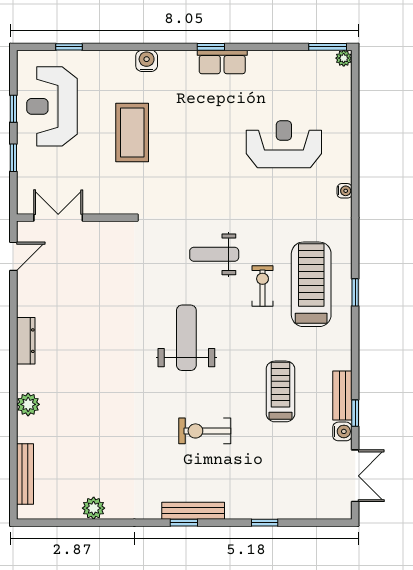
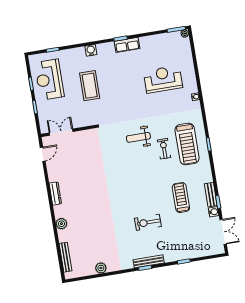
treadmill: (311, 284) -> (187, 144), turned 180
weight bench: (186, 338) -> (132, 179), removed

